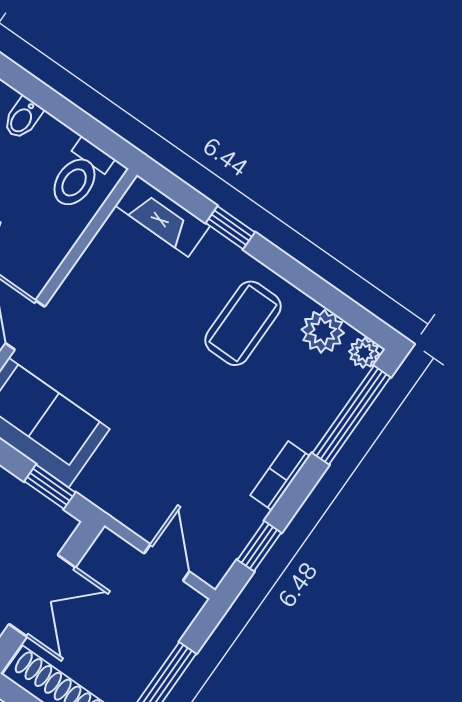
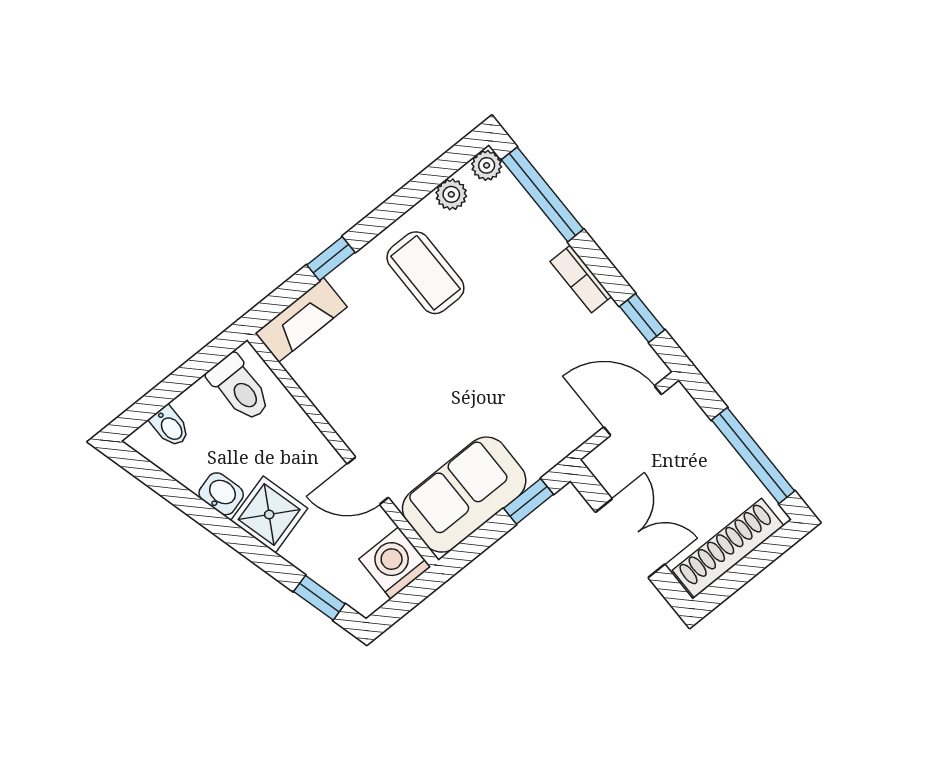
plant: (323, 331) -> (451, 194), width x0.73, depth x0.73
door: (167, 563) -> (633, 411), width x1.38

